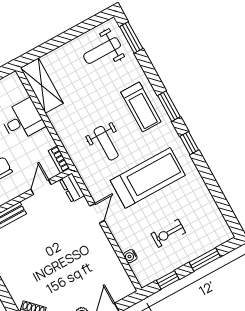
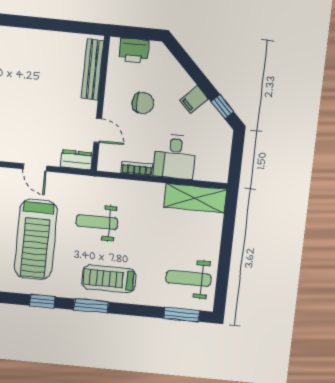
weight bench: (102, 51) -> (188, 279), turned -90
bookcase: (59, 160) -> (137, 168), moved

